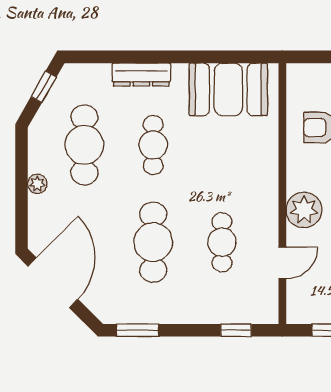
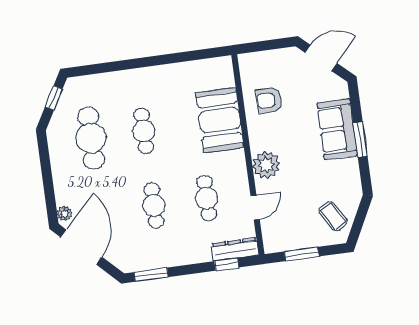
dresser: (141, 75) -> (235, 249), moved, turned 180
booth: (228, 89) -> (220, 120), moved, turned 90
plant: (37, 184) -> (65, 214), moved
cafe table: (153, 242) -> (154, 205), width x0.73, depth x0.74

